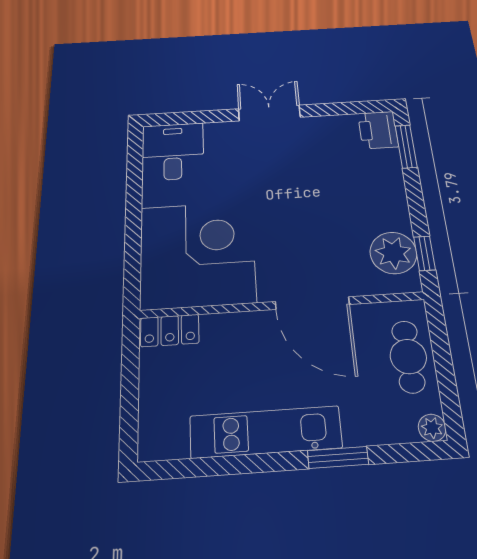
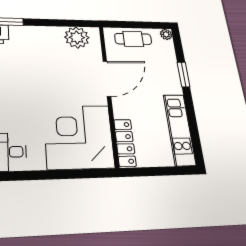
window: (425, 253) -> (77, 23), removed
locker: (170, 330) -> (125, 143), width x1.53
kitchen unit: (266, 432) -> (179, 129), moved

